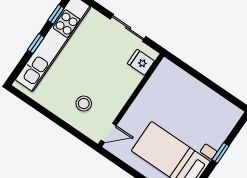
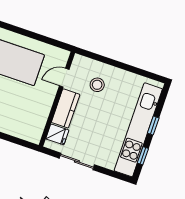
kitchen counter: (124, 88) -> (66, 108), added
door: (109, 133) -> (64, 78), moved

